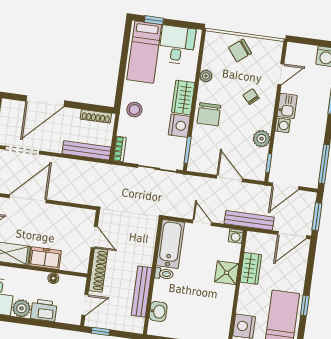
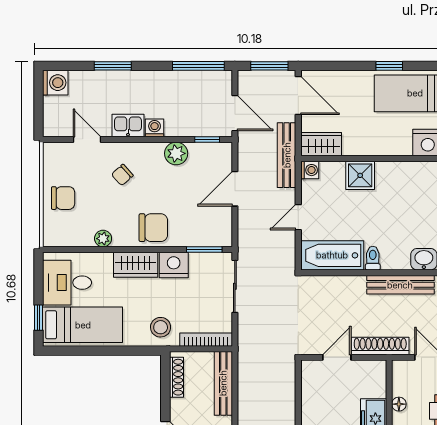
chair: (240, 50) -> (63, 198), turned -52
bookcase: (120, 149) -> (206, 340), width x1.56
wardrobe: (251, 268) -> (321, 144), moved

